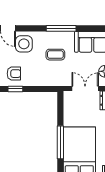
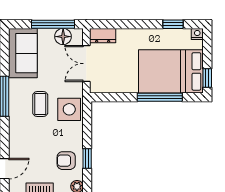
side table: (24, 44) -> (69, 109), moved
armchair: (14, 74) -> (66, 161), turned -90

